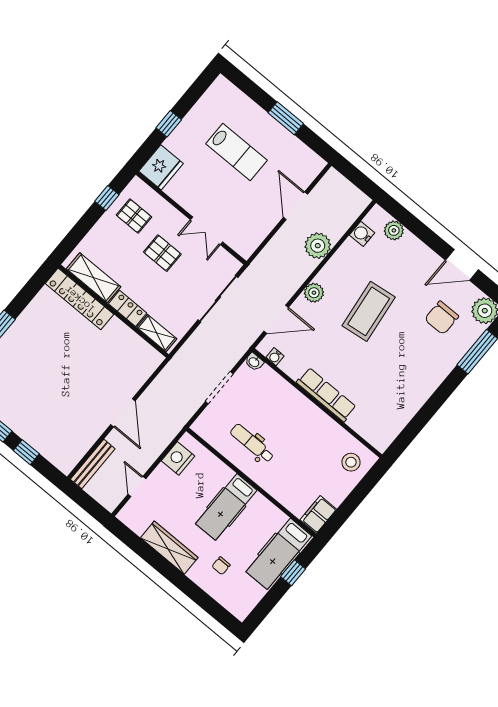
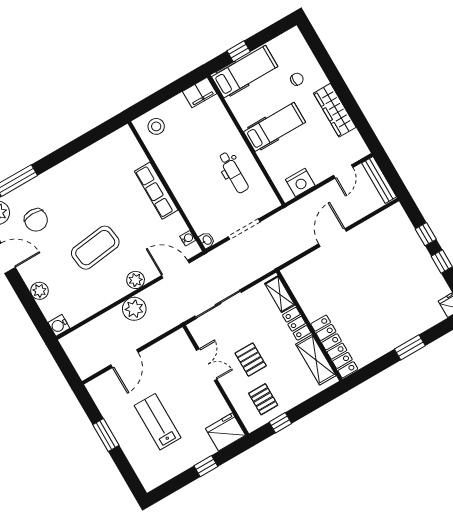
plant: (394, 230) -> (39, 291), moved
water cooler: (362, 234) -> (59, 325), moved, turned 90
plant: (318, 246) -> (134, 309), moved
chair: (442, 318) -> (36, 220), turned 90
bench: (93, 464) -> (379, 180), moved, turned 90

